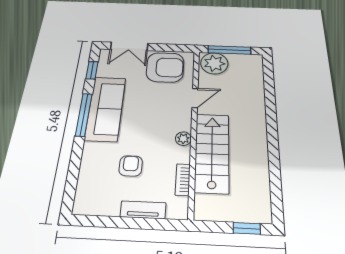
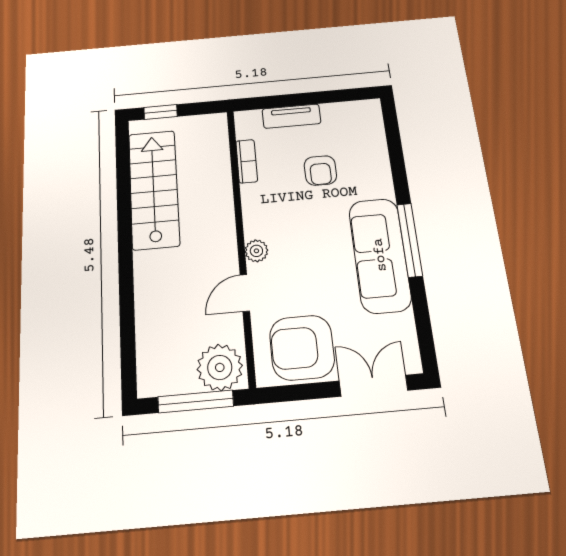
window: (92, 70) -> (423, 324), removed
plant: (183, 139) -> (256, 251), moved
stairs: (212, 152) -> (154, 189), moved, turned 180

